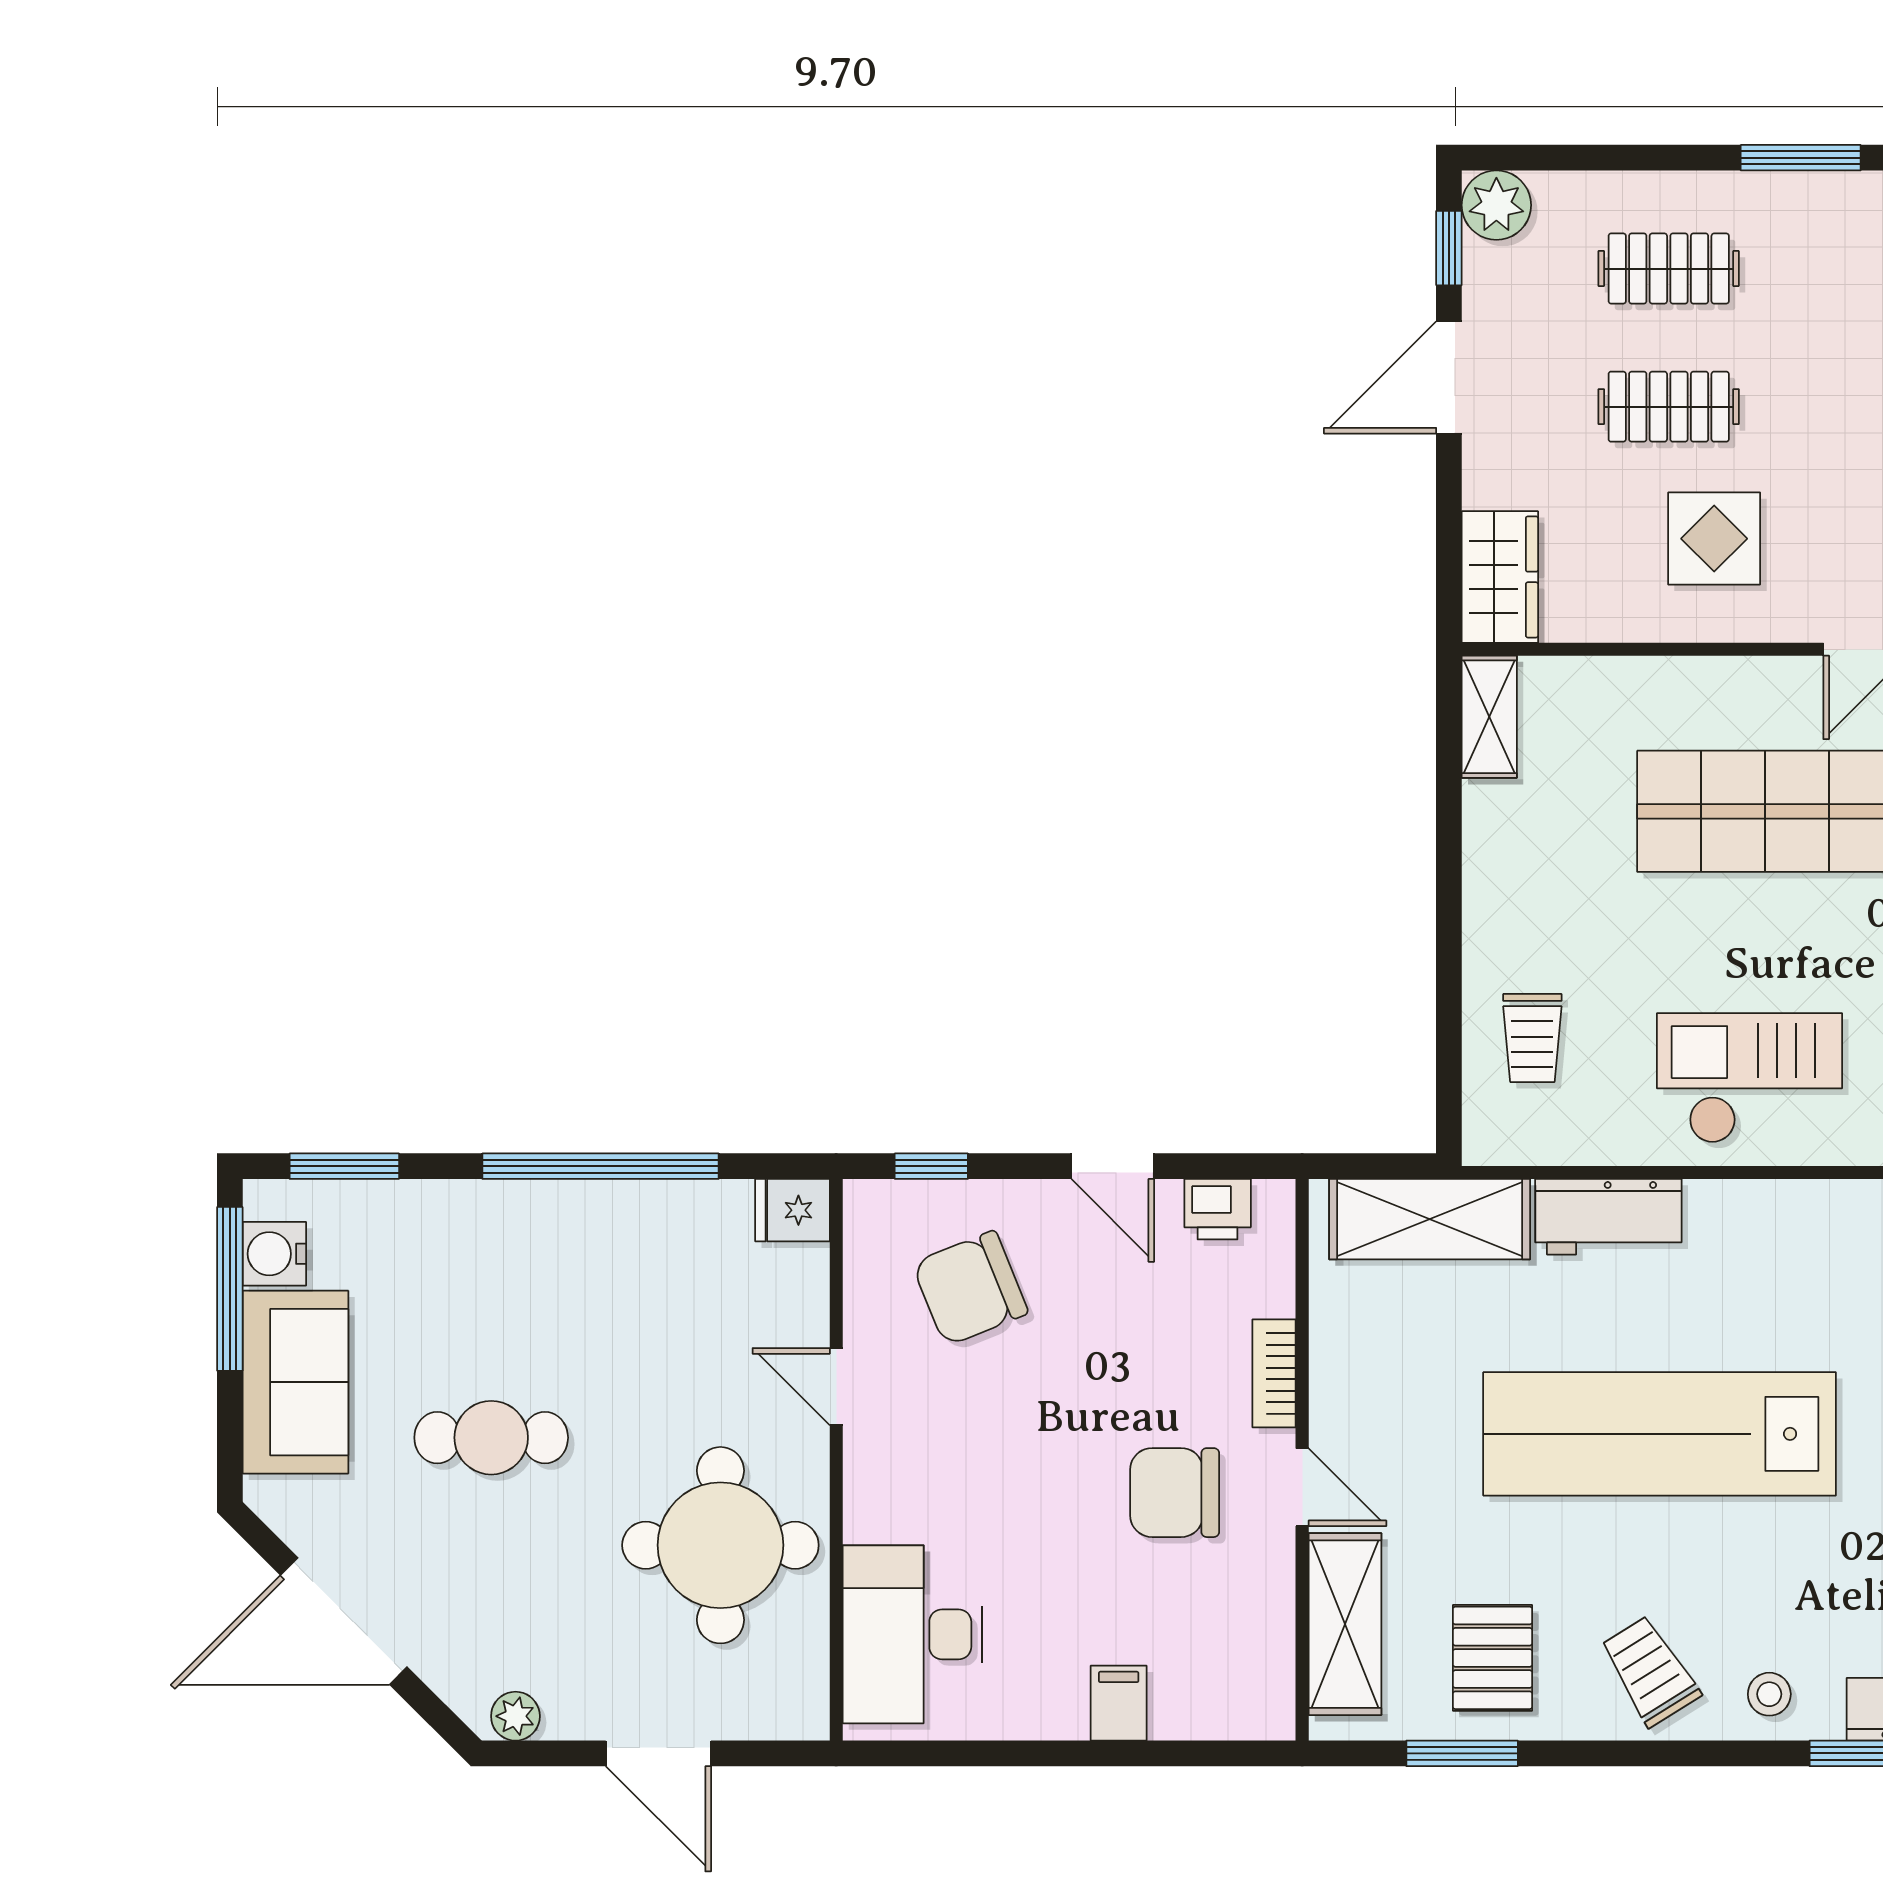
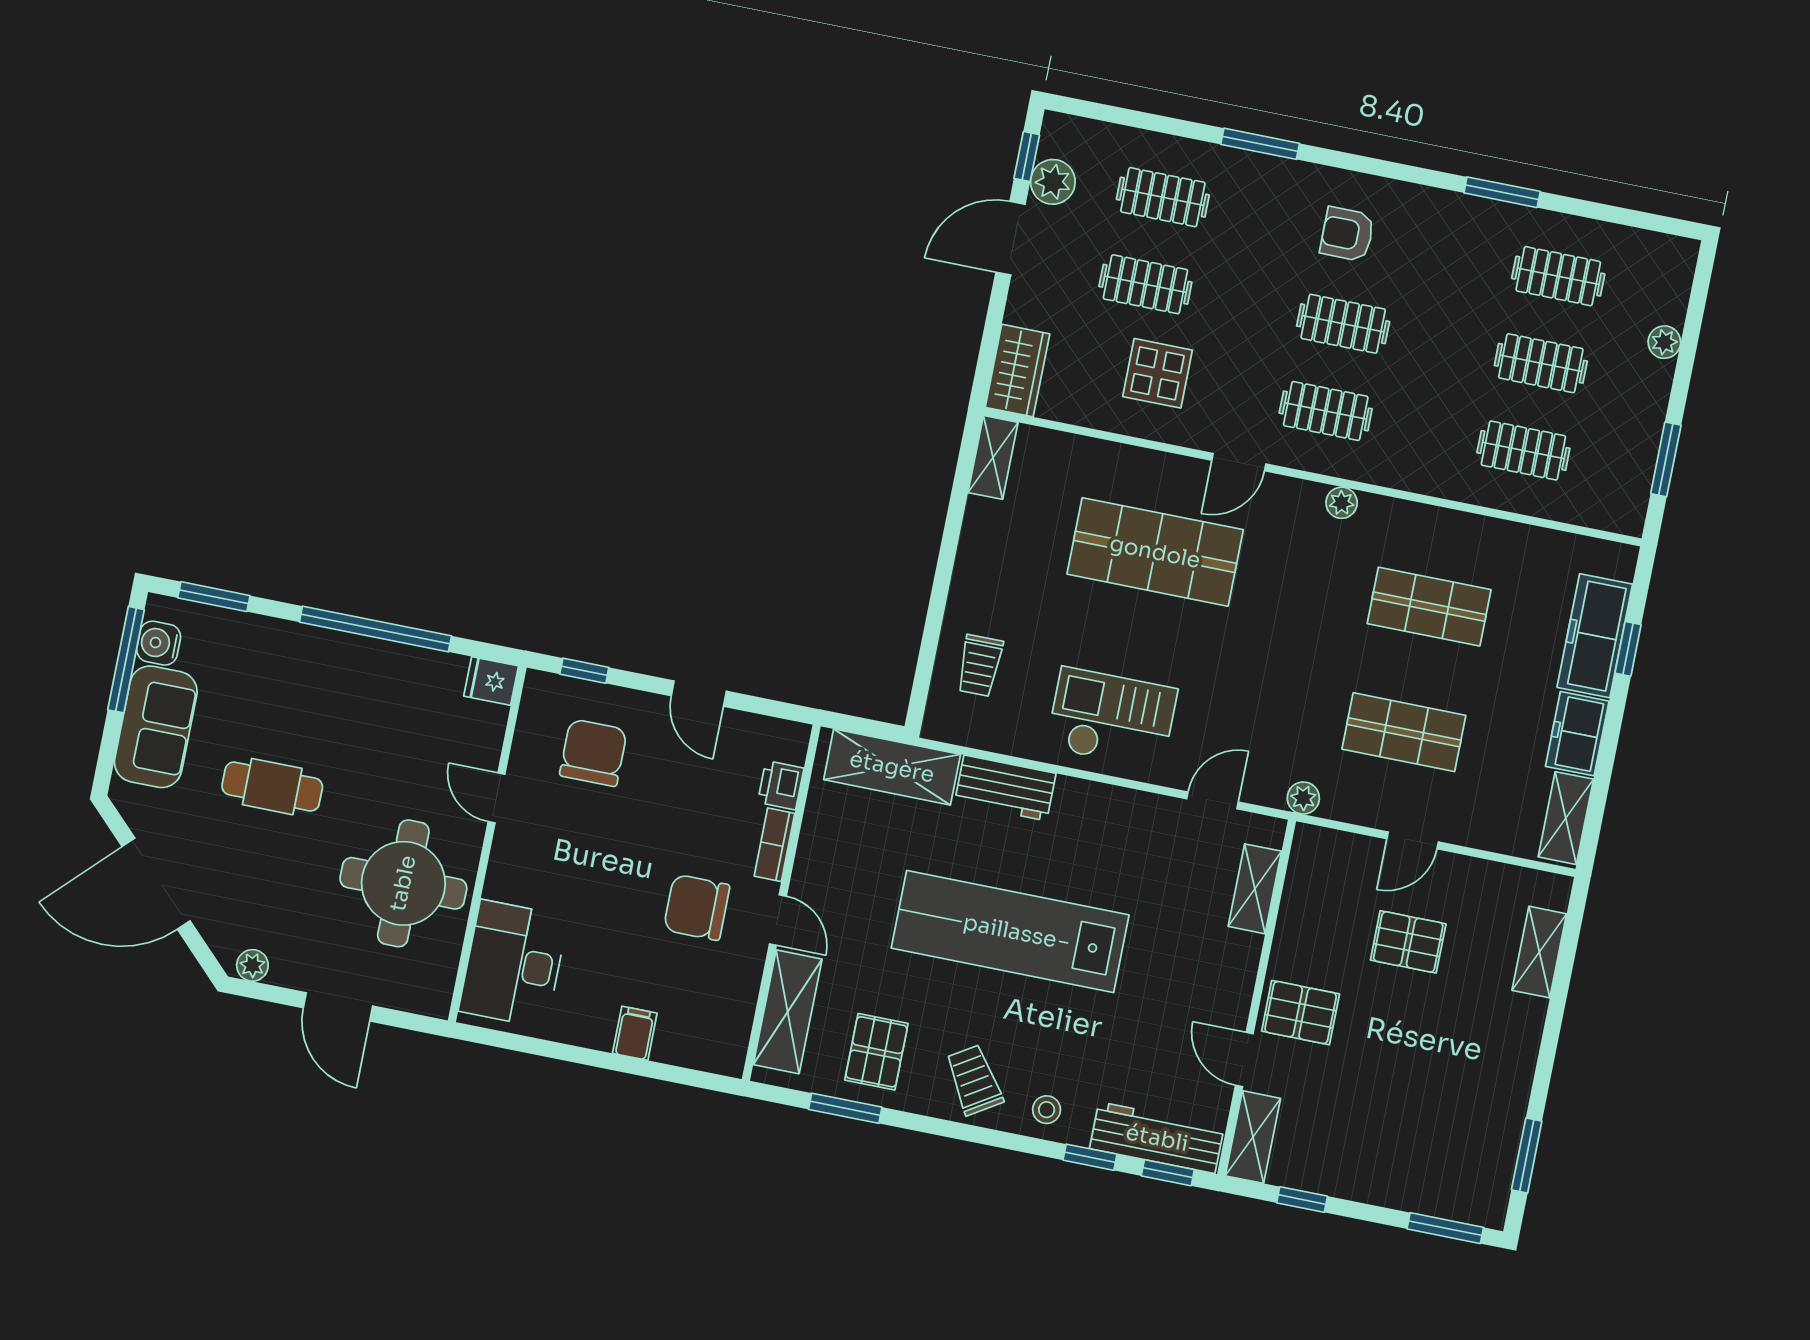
plant: (1496, 205) -> (1053, 182), moved
printer: (1218, 1209) -> (781, 785), moved, turned 90
chair: (970, 1288) -> (593, 753), turned 112

